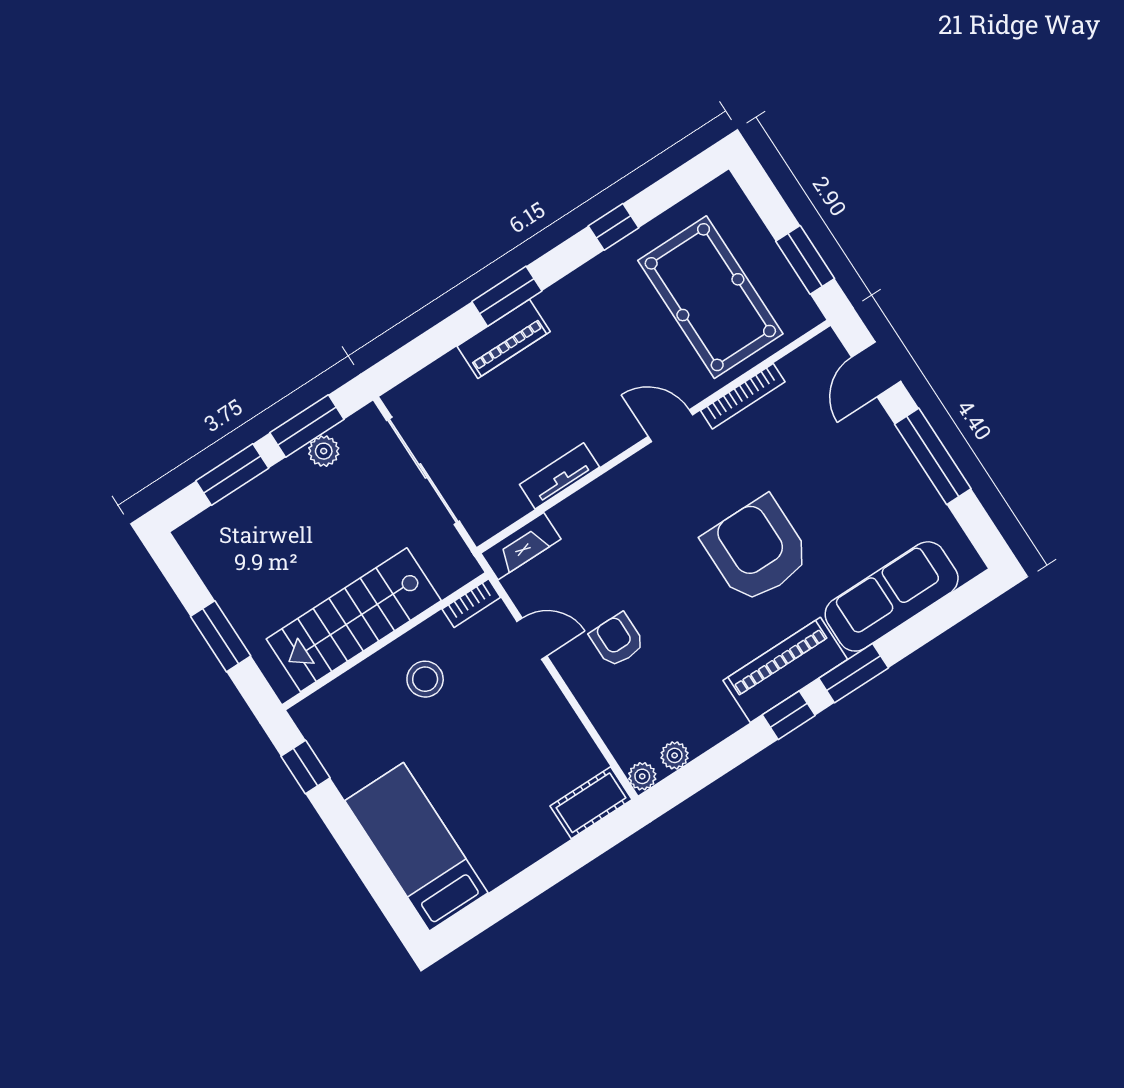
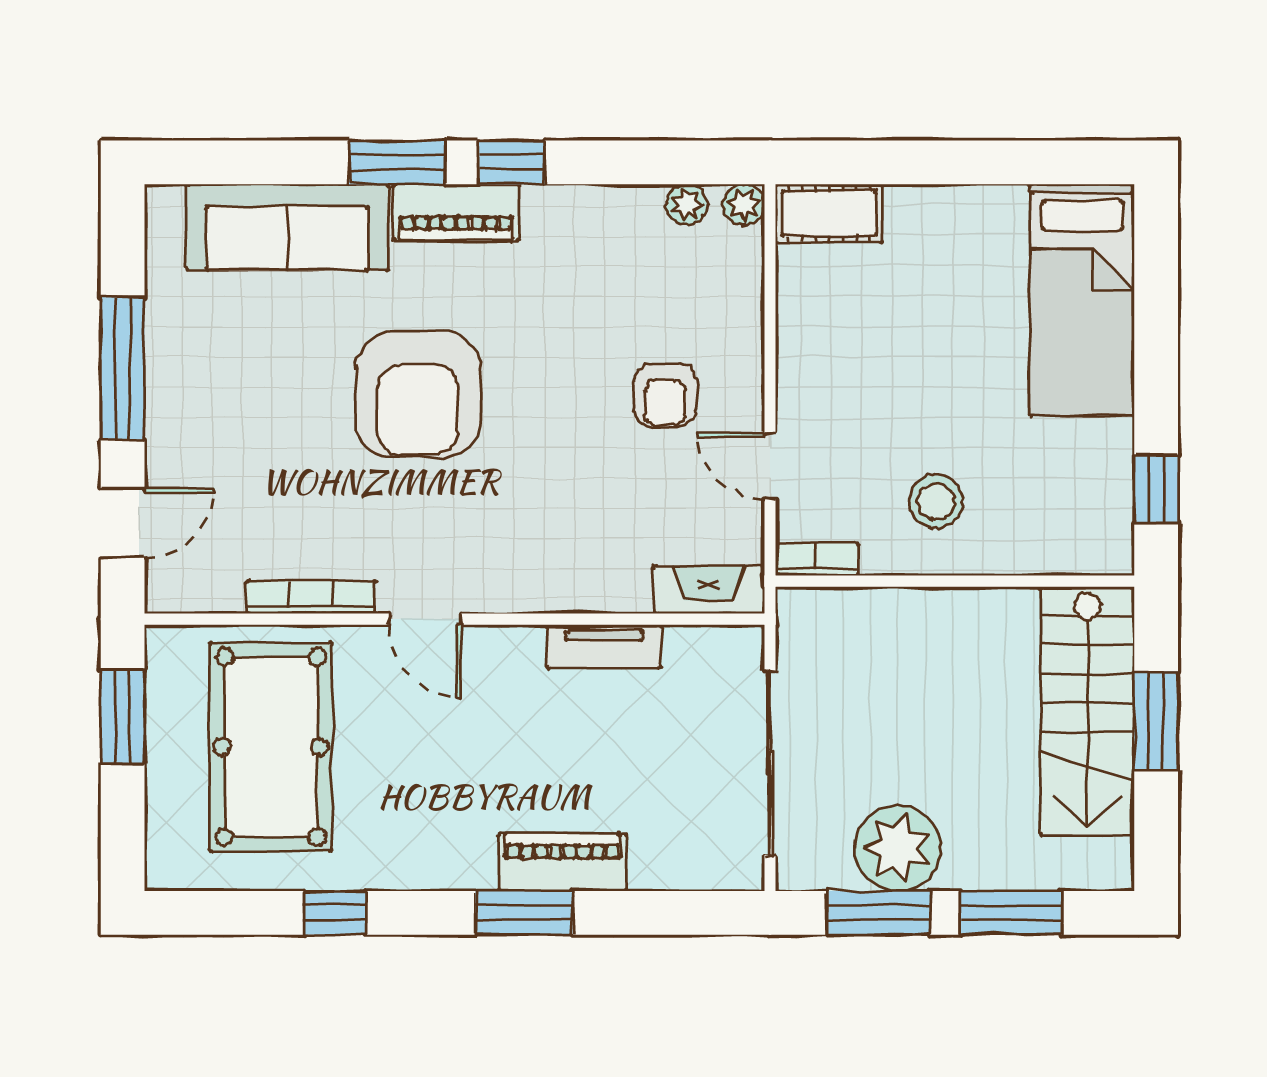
plant: (324, 451) -> (898, 848), width x1.88, depth x1.88
stairs: (354, 620) -> (1087, 711), moved, turned 90
piano: (785, 670) -> (456, 212), width x0.73, depth x0.75

